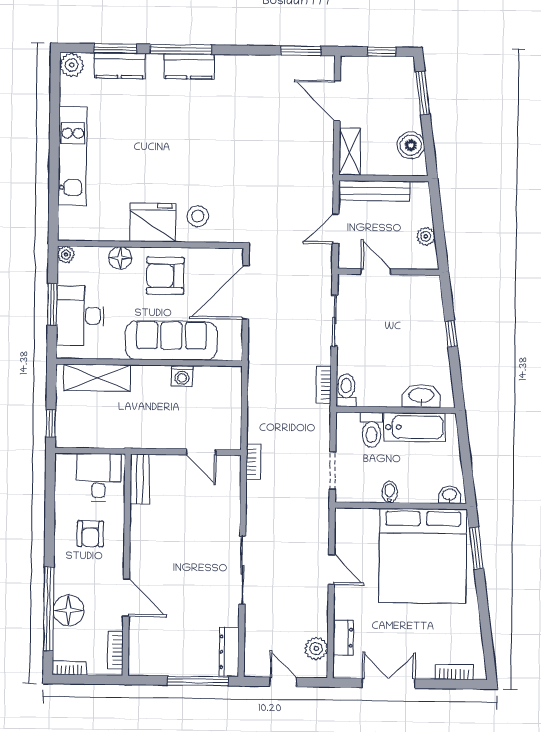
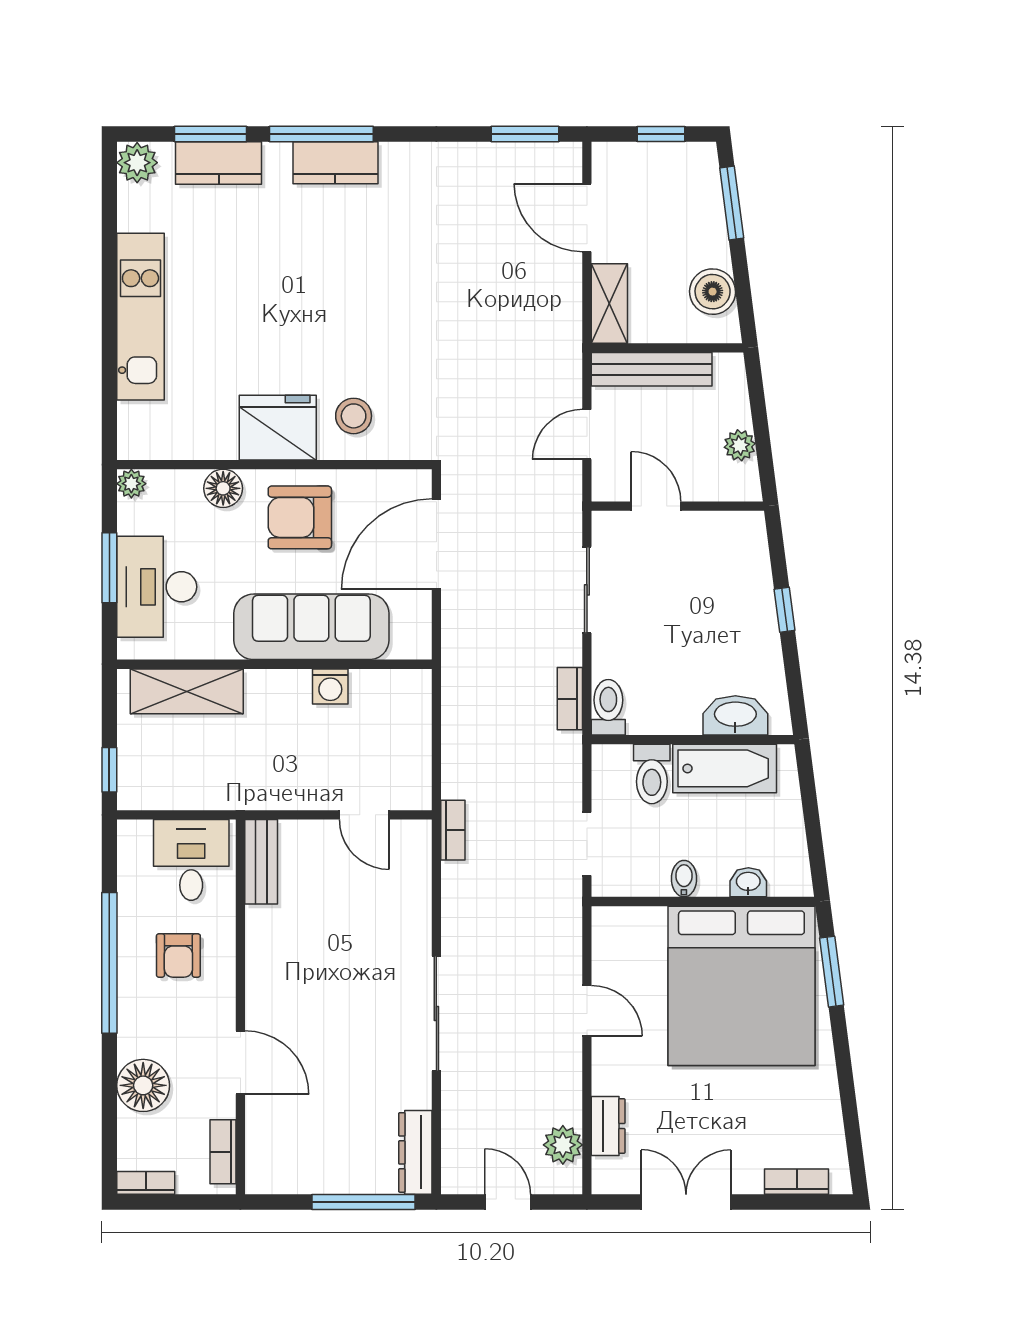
washbasin: (450, 495) -> (748, 882), moved
window: (49, 609) -> (109, 963), moved

